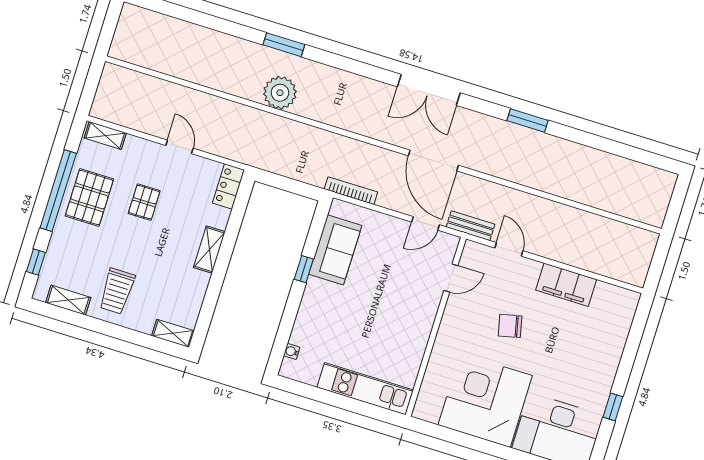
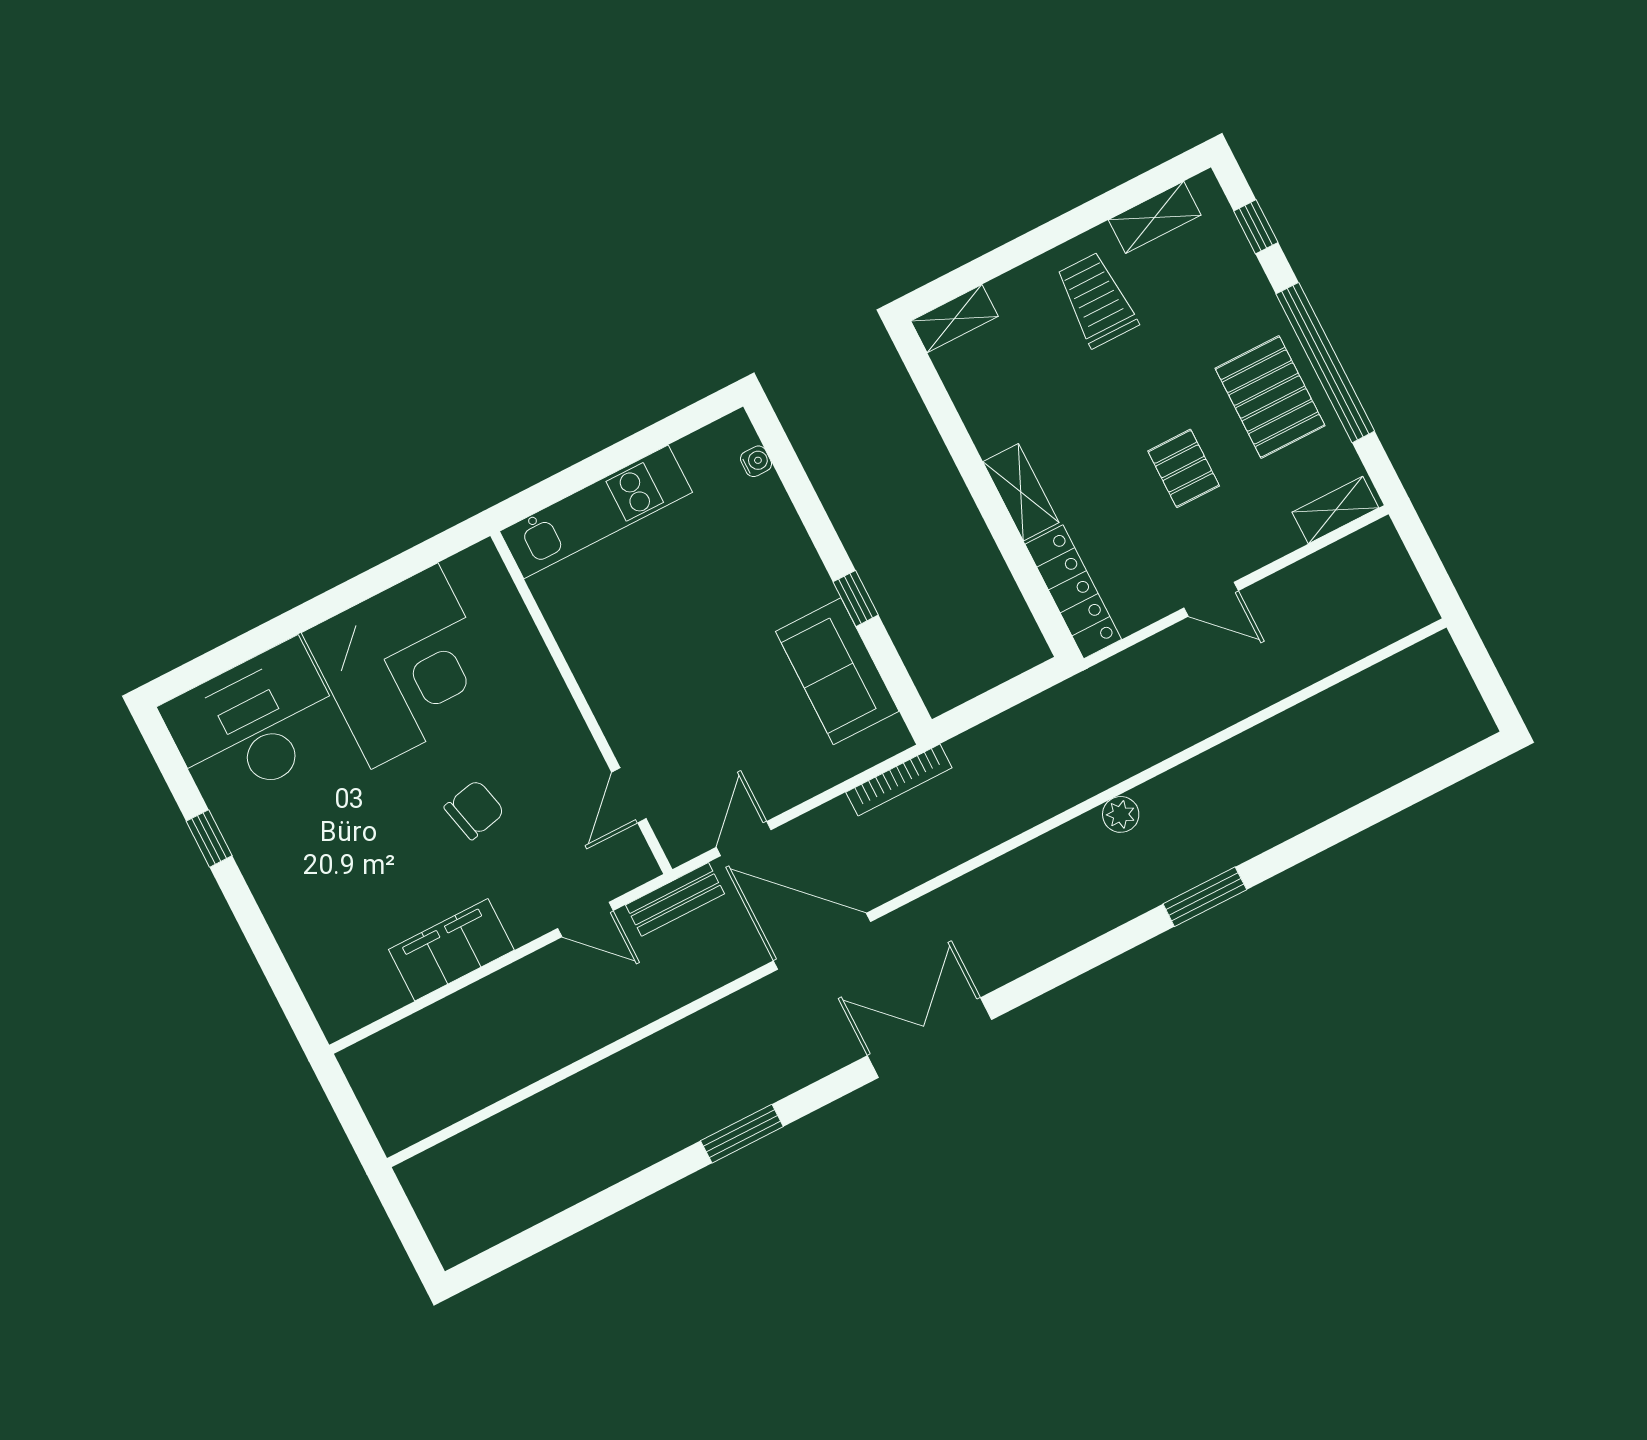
plant: (280, 93) -> (1121, 814), width x0.53, depth x0.53
locker: (228, 186) -> (1073, 592), width x1.53

